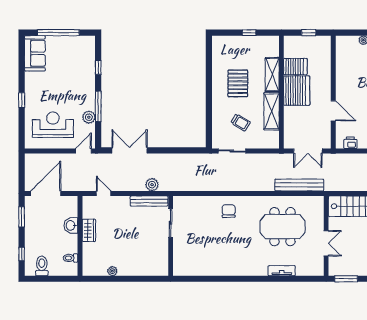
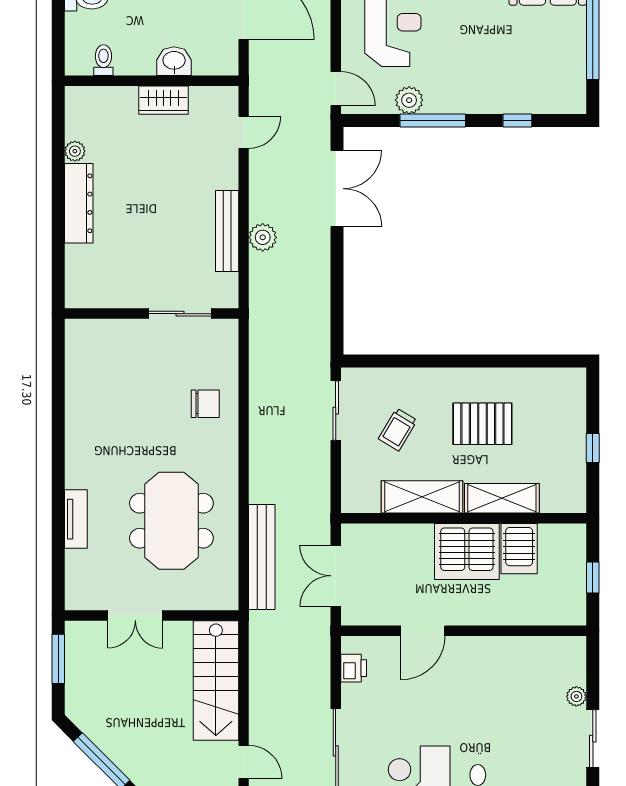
sliding door: (171, 223) -> (180, 314), moved
wall: (171, 236) -> (152, 314), moved
dresser: (136, 269) -> (79, 203), added

